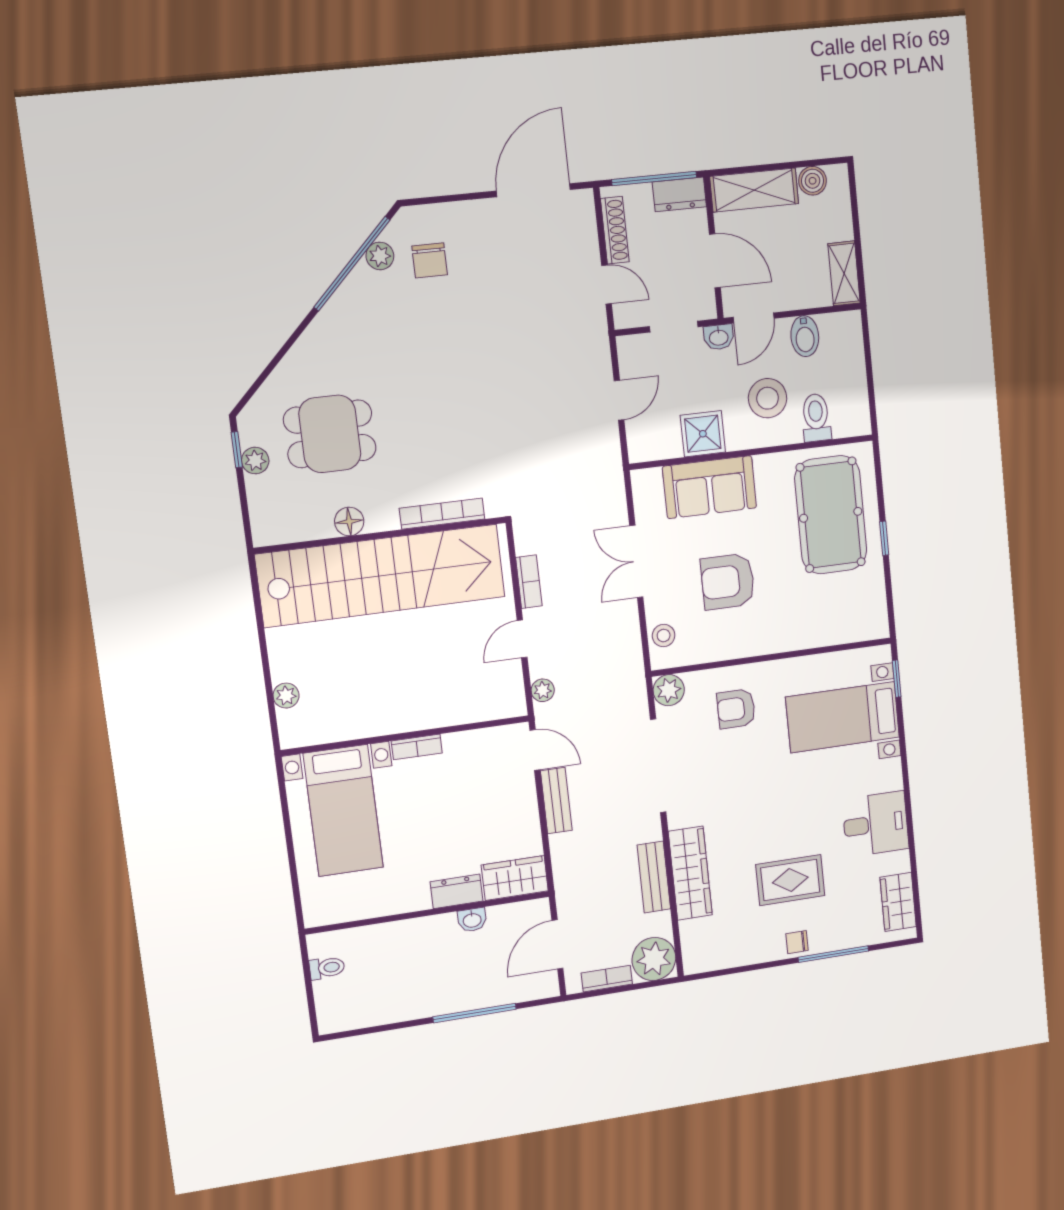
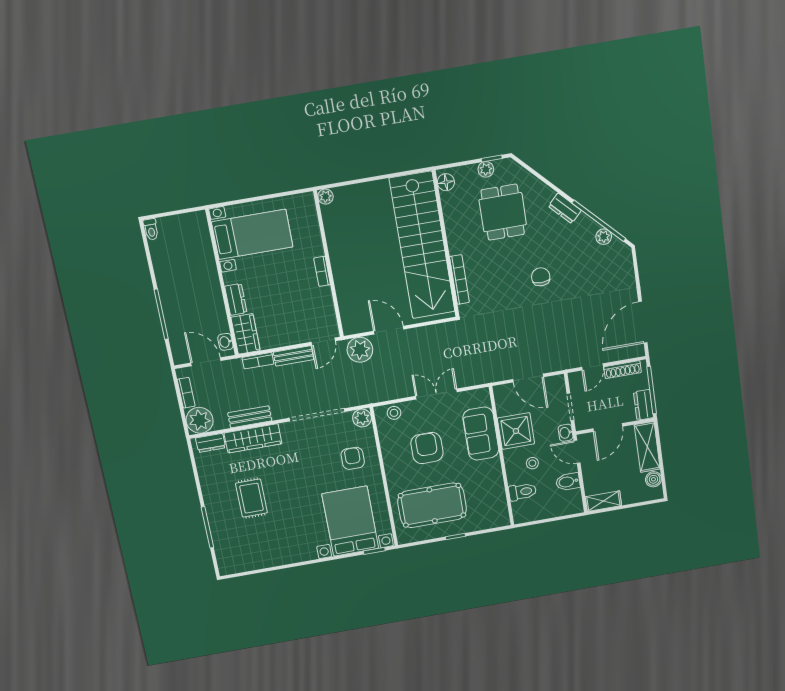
door: (533, 190) -> (643, 322), swing flipped
chair: (430, 260) -> (541, 277), moved, turned 90
dresser: (328, 324) -> (565, 208), added
stool: (768, 398) -> (532, 463), width x0.53, depth x0.53
door: (619, 400) -> (528, 378), width x1.38
shower: (703, 434) -> (516, 431), width x1.36, depth x1.36
pool table: (831, 515) -> (432, 505), moved
floor lamp: (349, 521) -> (446, 182), moved
bookcase: (529, 582) -> (258, 361), moved
door: (522, 639) -> (389, 330), width x1.37
plant: (543, 690) -> (360, 350), width x1.88, depth x1.88
plant: (286, 696) -> (326, 197), moved
bed with nightstands: (843, 717) -> (350, 521), width x1.36
bed with nightstands: (343, 811) -> (252, 234), moved, turned 180
desk: (876, 824) -> (288, 546), removed
wardrobe: (898, 902) -> (241, 563), removed
washbasin: (472, 920) -> (225, 342), moved
chair: (797, 942) -> (214, 505), removed
dresser: (693, 943) -> (211, 443), added
toilet: (327, 968) -> (151, 229), moved

